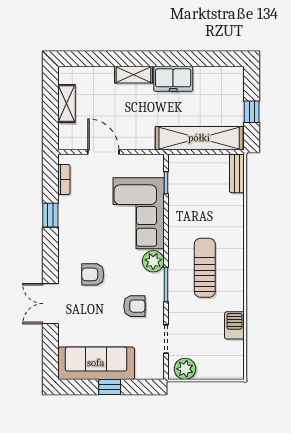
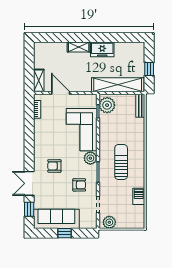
shelving: (66, 104) -> (39, 81), moved
plant: (181, 172) -> (107, 105), added
window: (50, 215) -> (29, 209), moved

